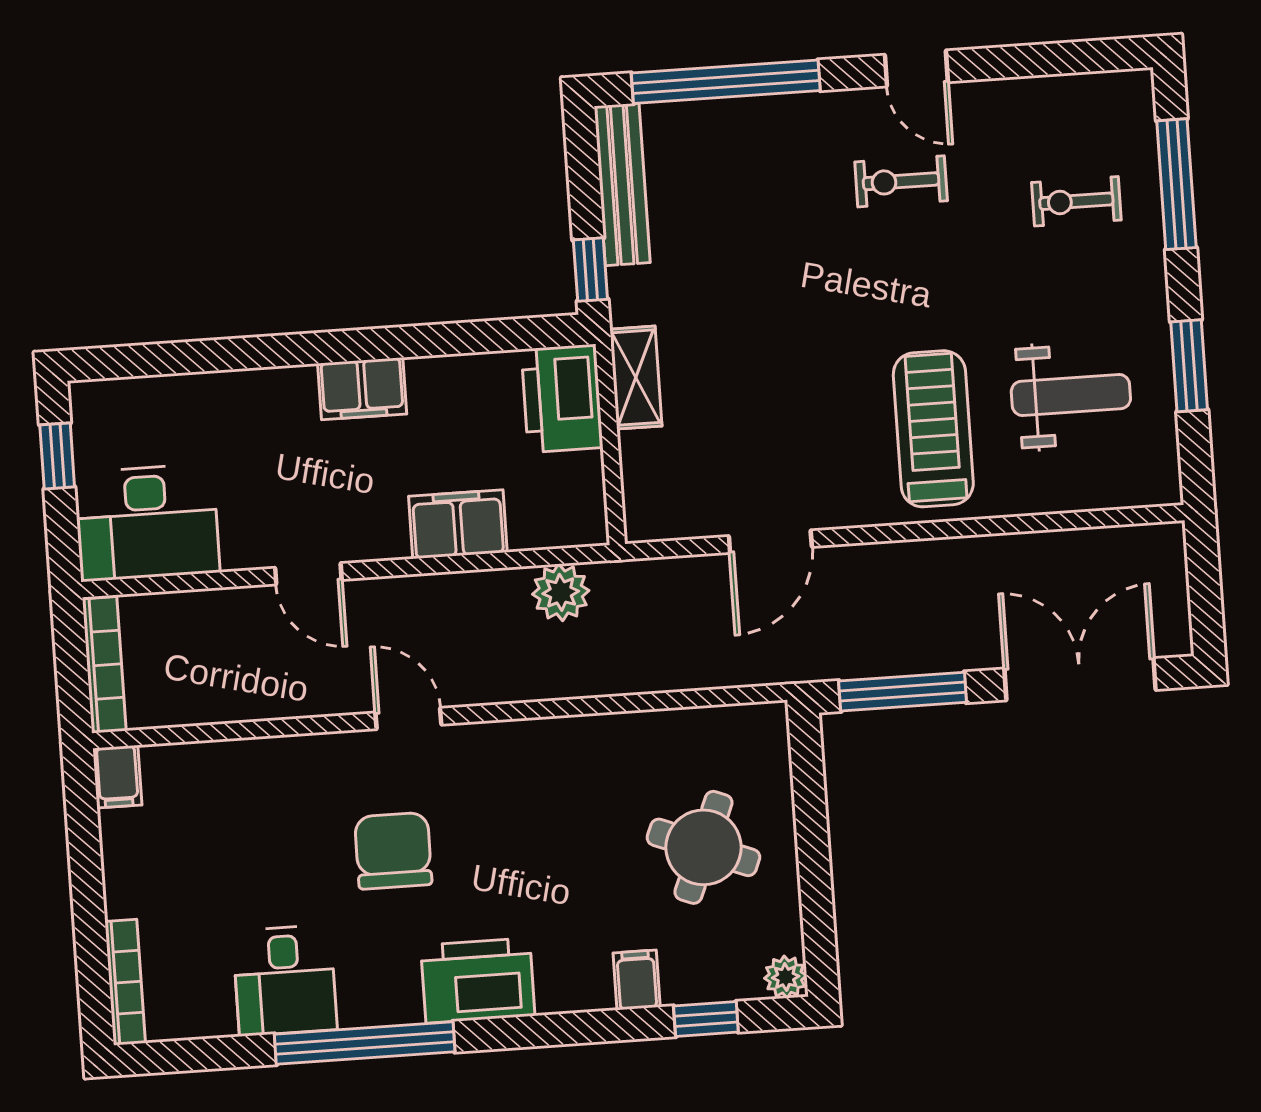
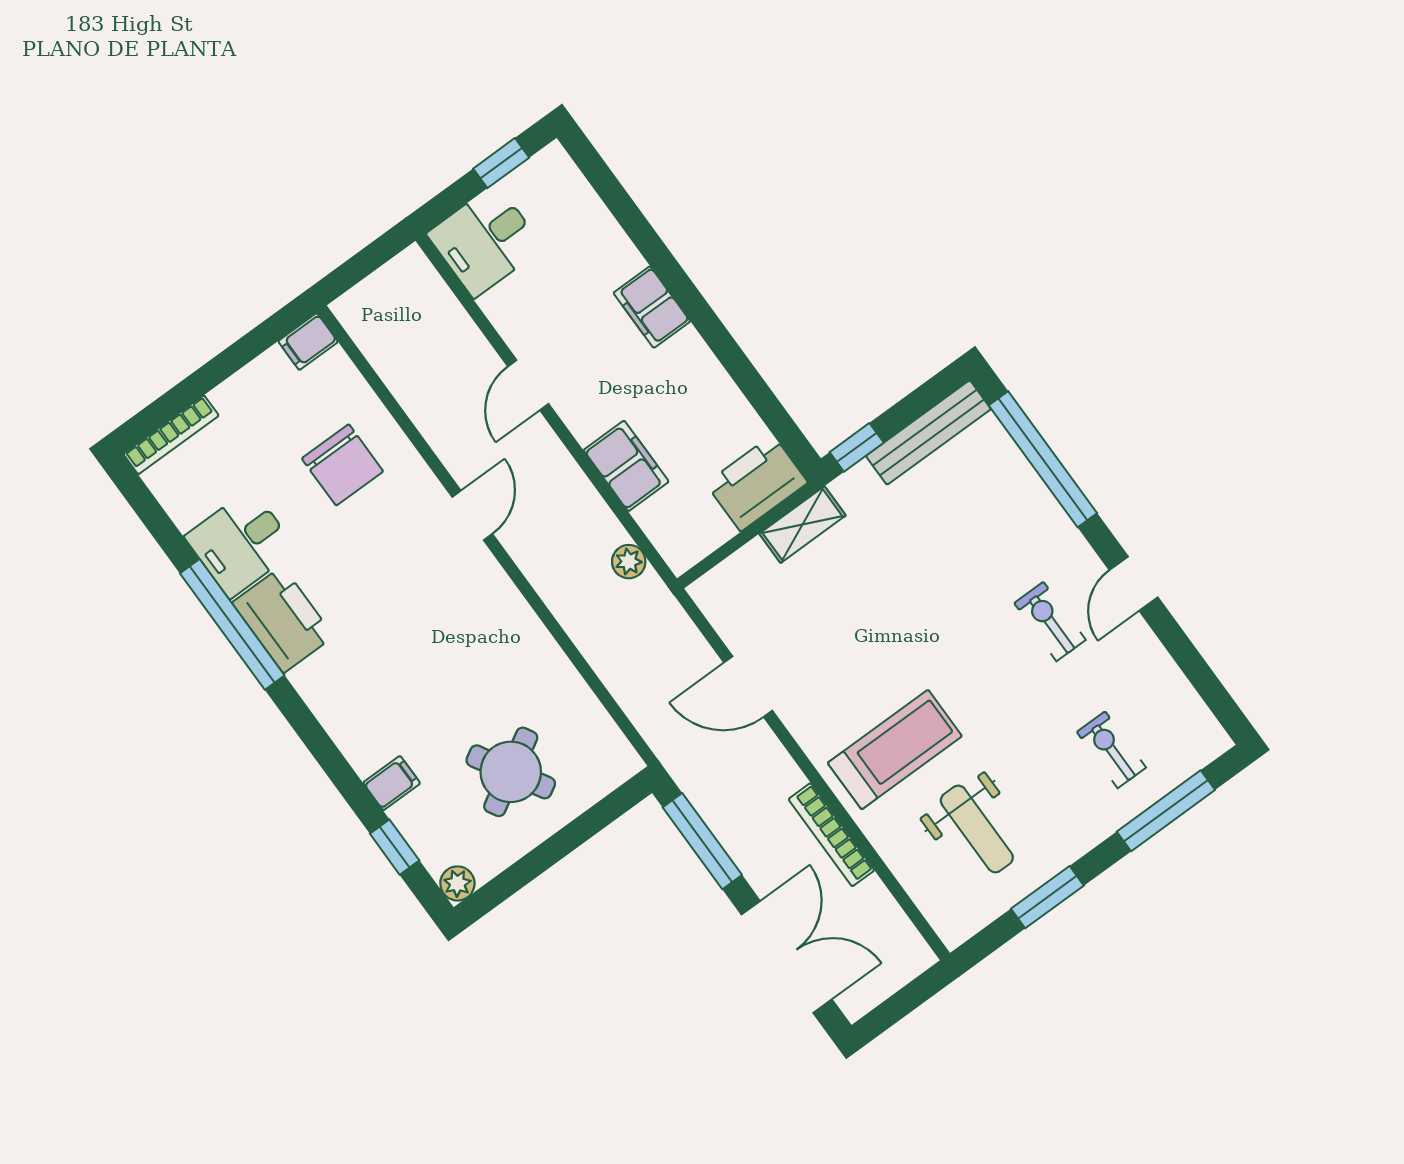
filing cabinet: (362, 389) -> (652, 307), moved
desk: (147, 523) -> (485, 241), width x0.73
plant: (561, 592) -> (629, 562), width x0.73, depth x0.73
bookcase: (104, 665) -> (831, 835), moved, turned 90
round table: (703, 847) -> (511, 772), turned 38
chair: (393, 851) -> (342, 465), moved, turned 90
printer: (478, 981) -> (283, 620), moved

